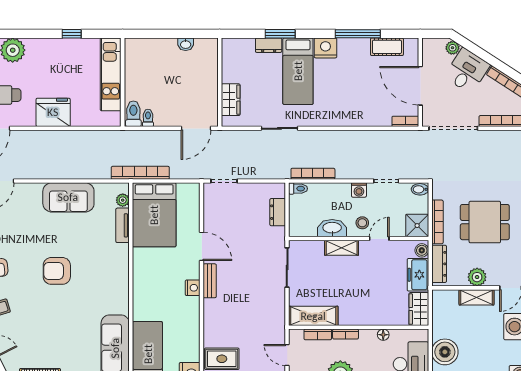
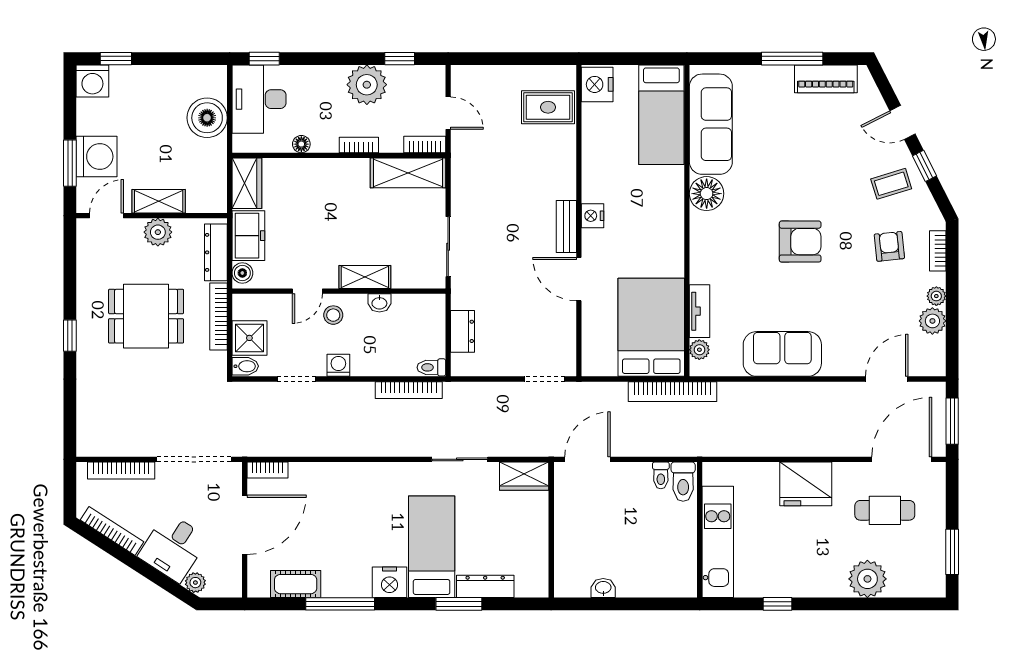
dresser: (269, 45) -> (485, 586), width x1.44
door: (420, 86) -> (245, 525), hinge flipped
wardrobe: (231, 100) -> (524, 476), moved, turned -90
shower: (417, 226) -> (249, 338), moved
washbasin: (332, 228) -> (379, 303), width x0.52, depth x0.69
floor lamp: (118, 302) -> (707, 194), added
bookcase: (318, 334) -> (425, 144), moved

